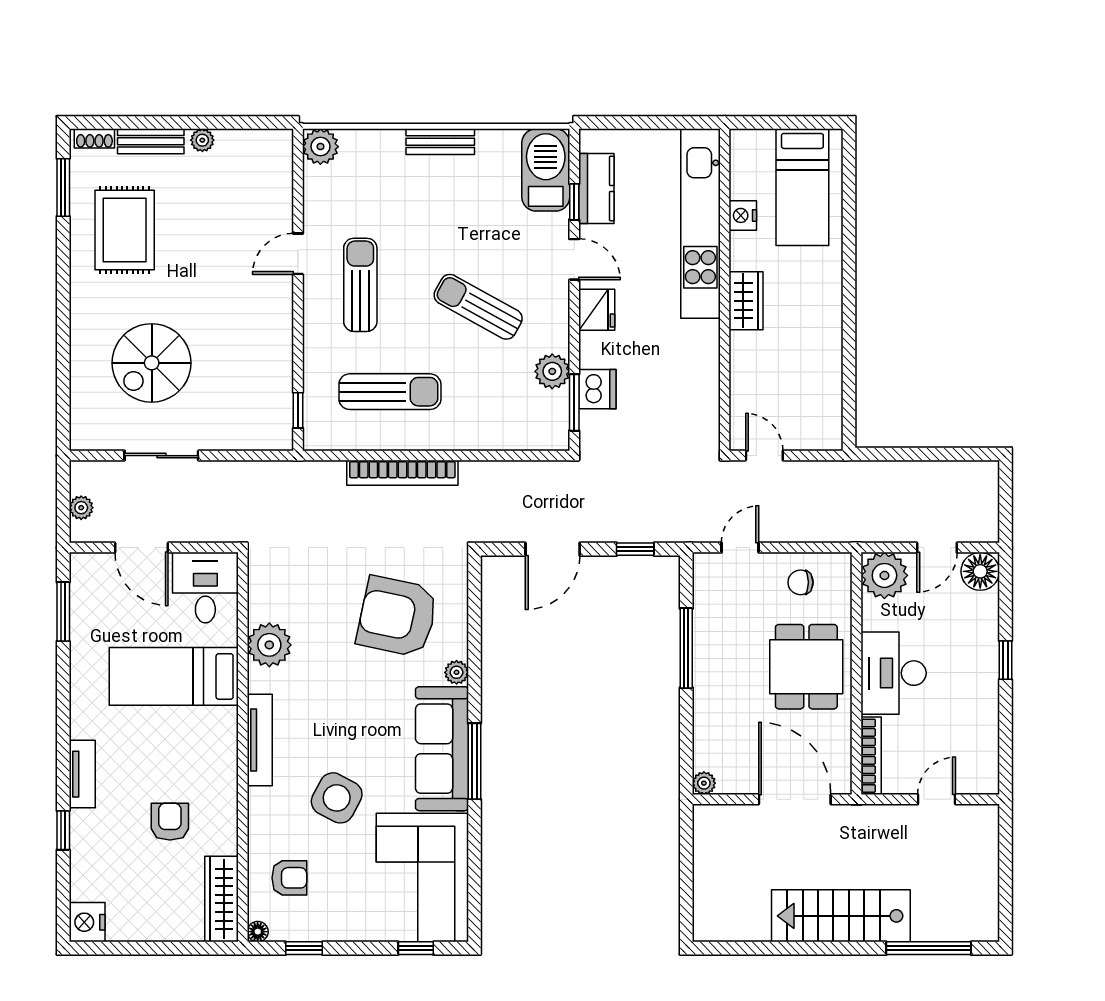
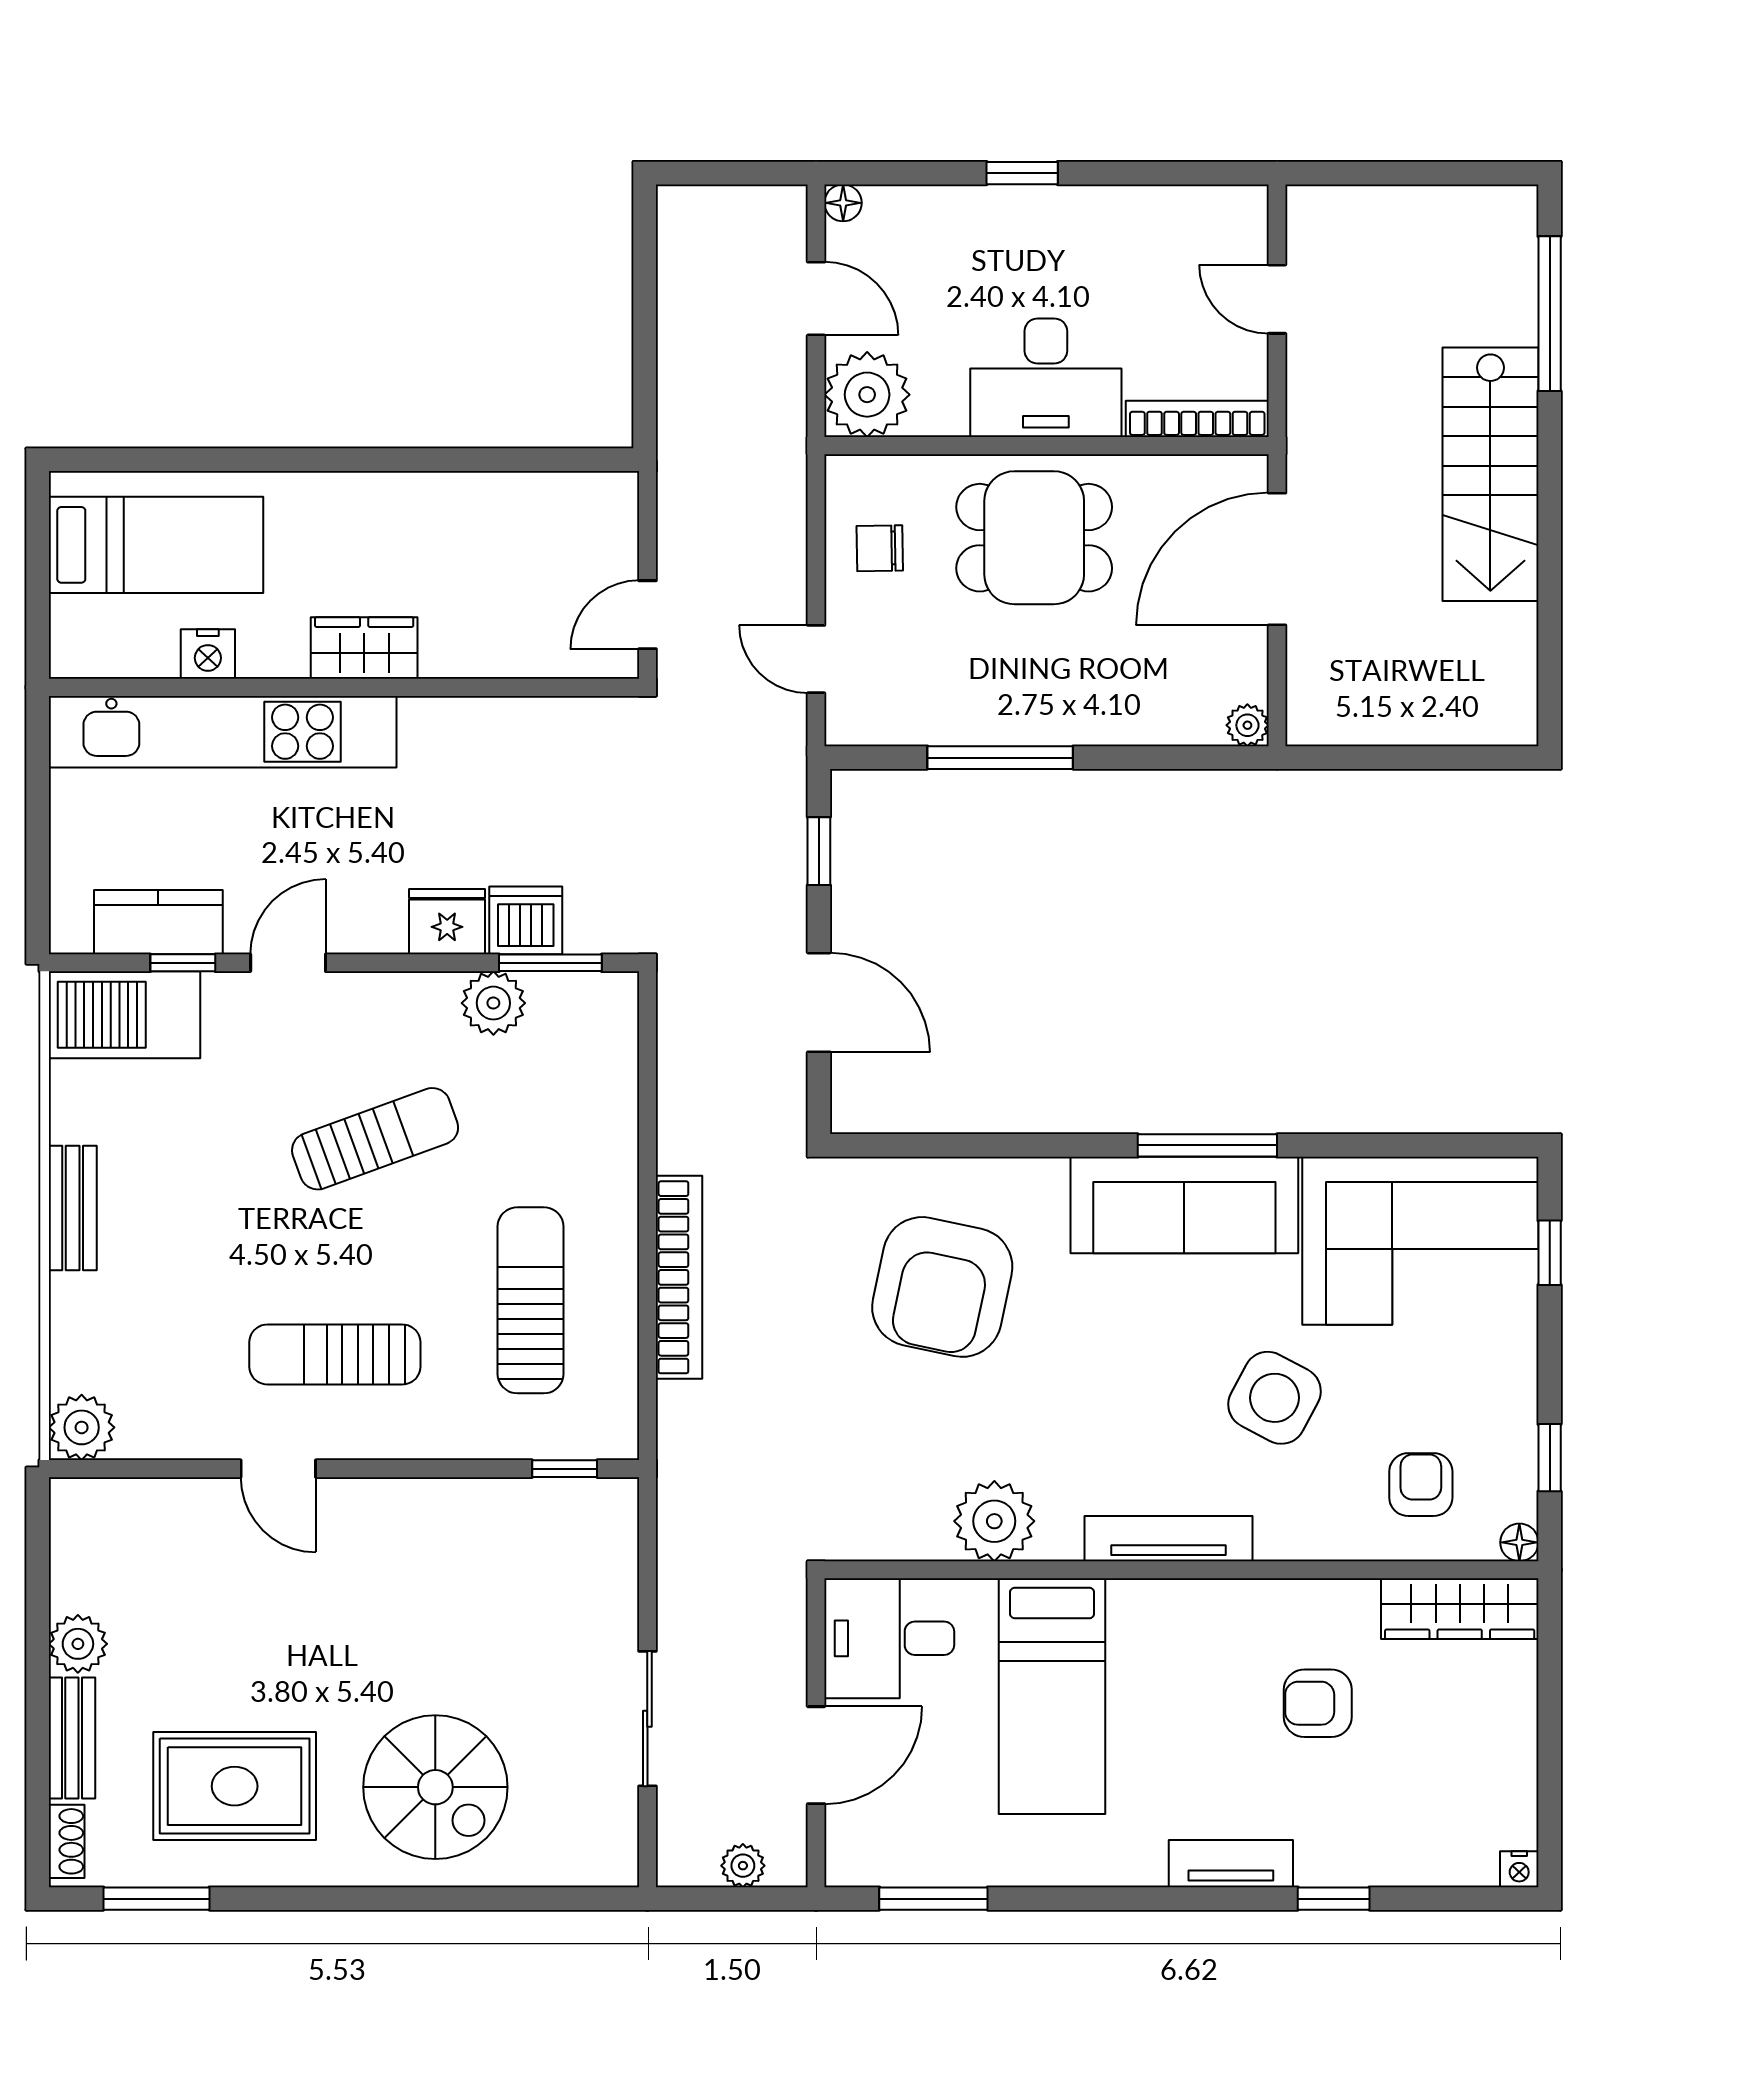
plant: (202, 140) -> (78, 1644), width x1.38, depth x1.38
sun lounger: (478, 307) -> (375, 1139), turned -139
fridge: (597, 310) -> (447, 922), moved
spiral stairs: (152, 363) -> (435, 1787), moved
floor lamp: (980, 571) -> (843, 203), width x0.53, depth x0.53
chair: (801, 582) -> (880, 548), turned 89
plant: (457, 672) -> (1044, 1178), removed
nightstand: (87, 922) -> (1519, 1869), width x0.53, depth x0.56

